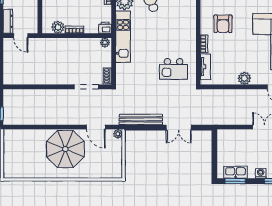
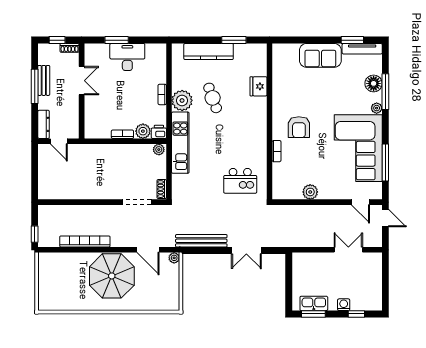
plant: (58, 27) -> (143, 131), moved
tv unit: (205, 67) -> (278, 178), removed
plant: (244, 78) -> (310, 192), moved
bookcase: (43, 120) -> (85, 241), added

